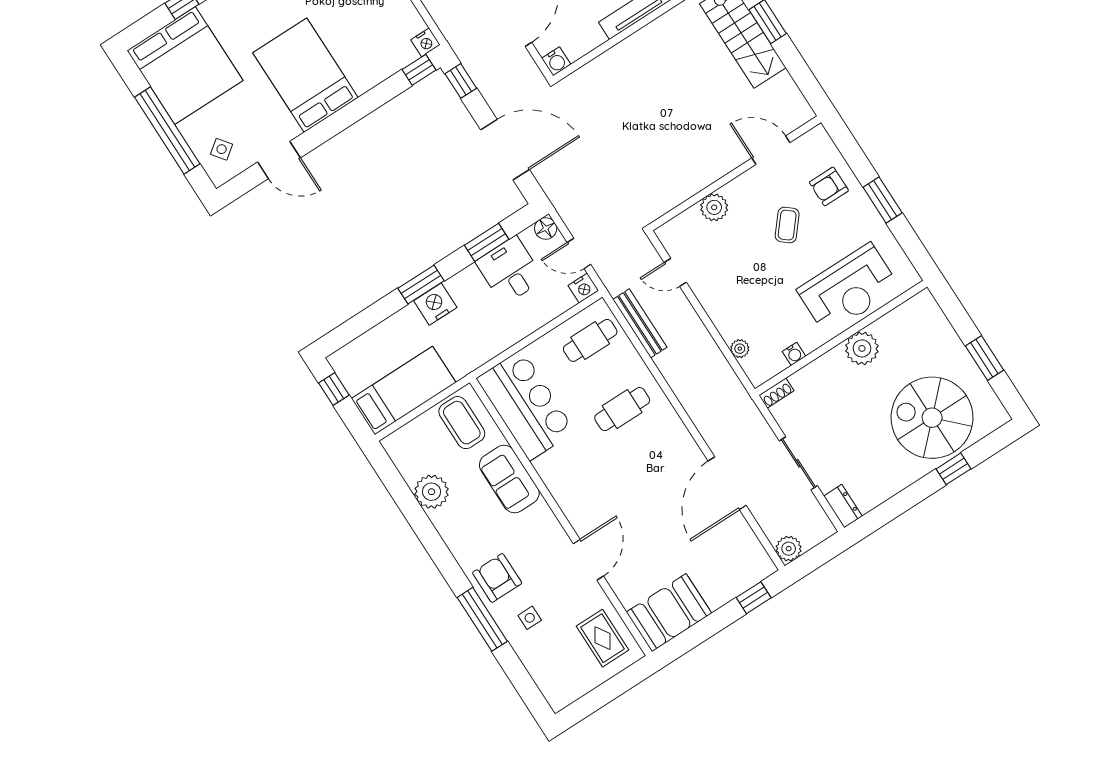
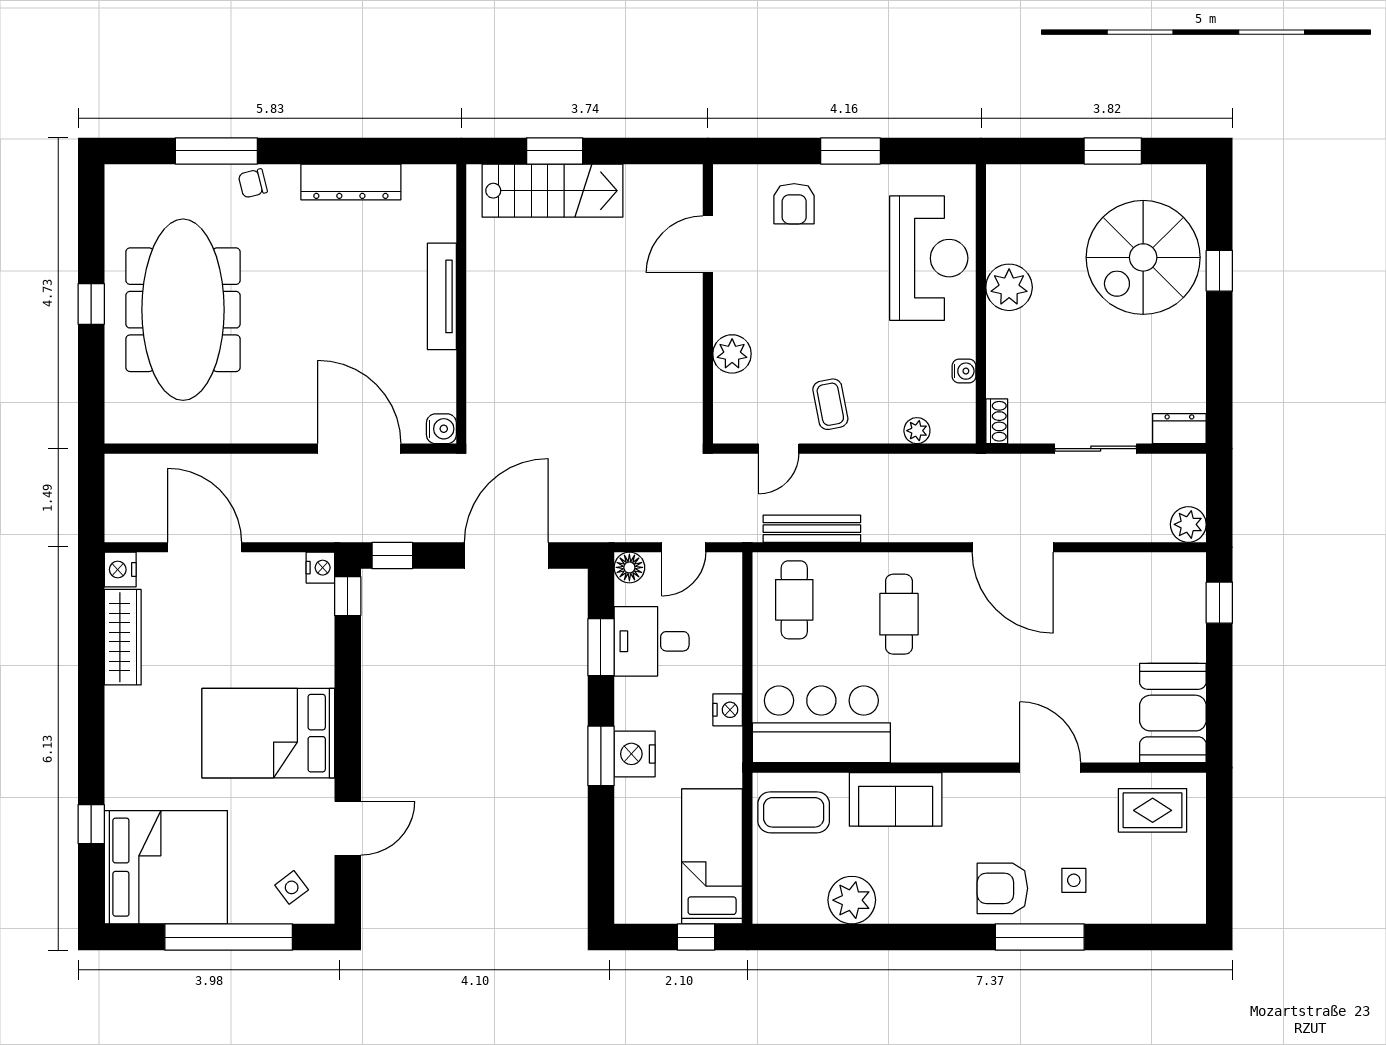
coffee table: (787, 225) -> (830, 404), moved, turned 39
nightstand: (583, 288) -> (728, 710), moved
window: (334, 389) -> (696, 937), moved
door: (727, 483) -> (1013, 547), moved

